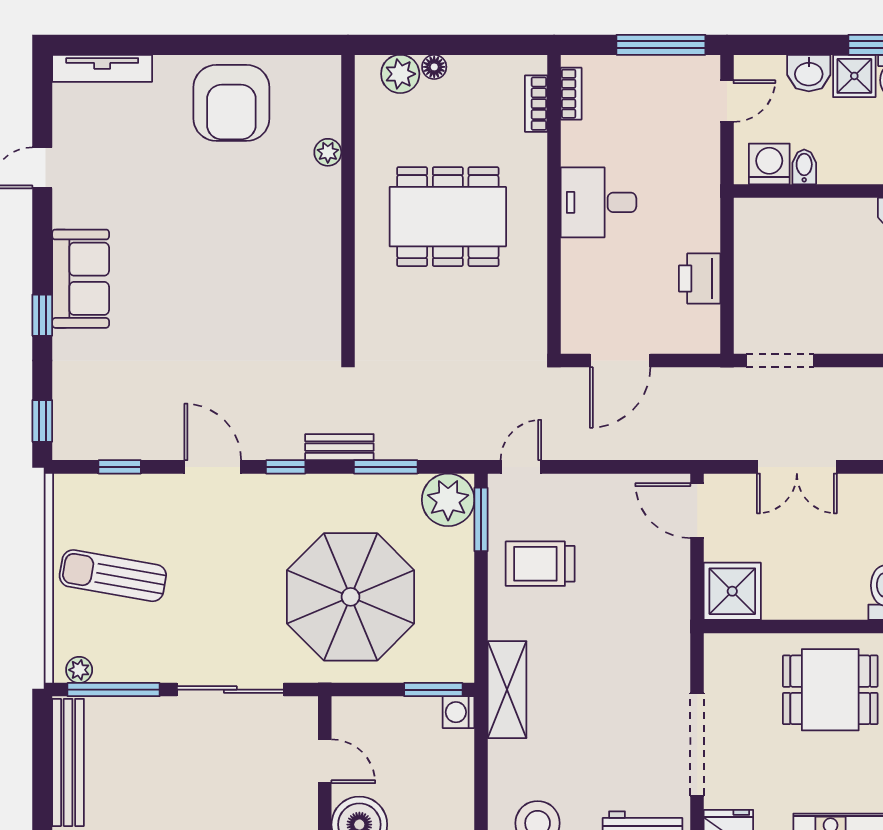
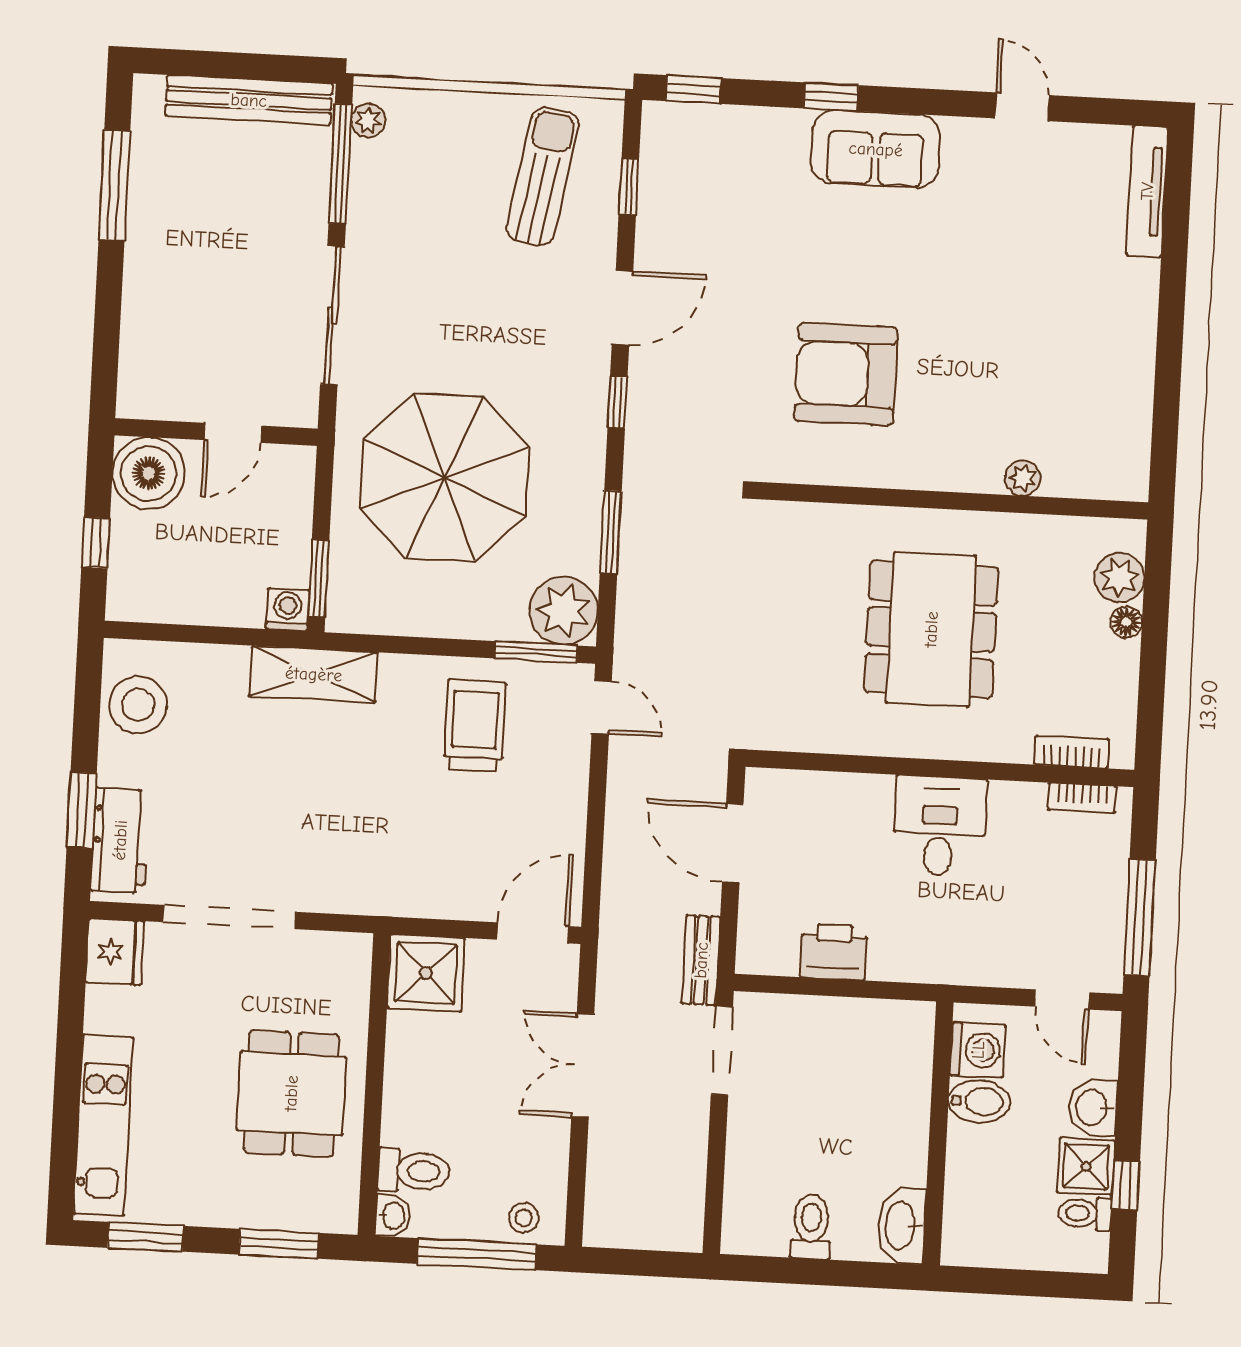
armchair: (231, 103) -> (846, 374), moved
bidet: (804, 167) -> (979, 1101), width x1.38, depth x1.36
bench: (339, 447) -> (701, 960), moved
sun lounger: (113, 576) -> (543, 176), moved

